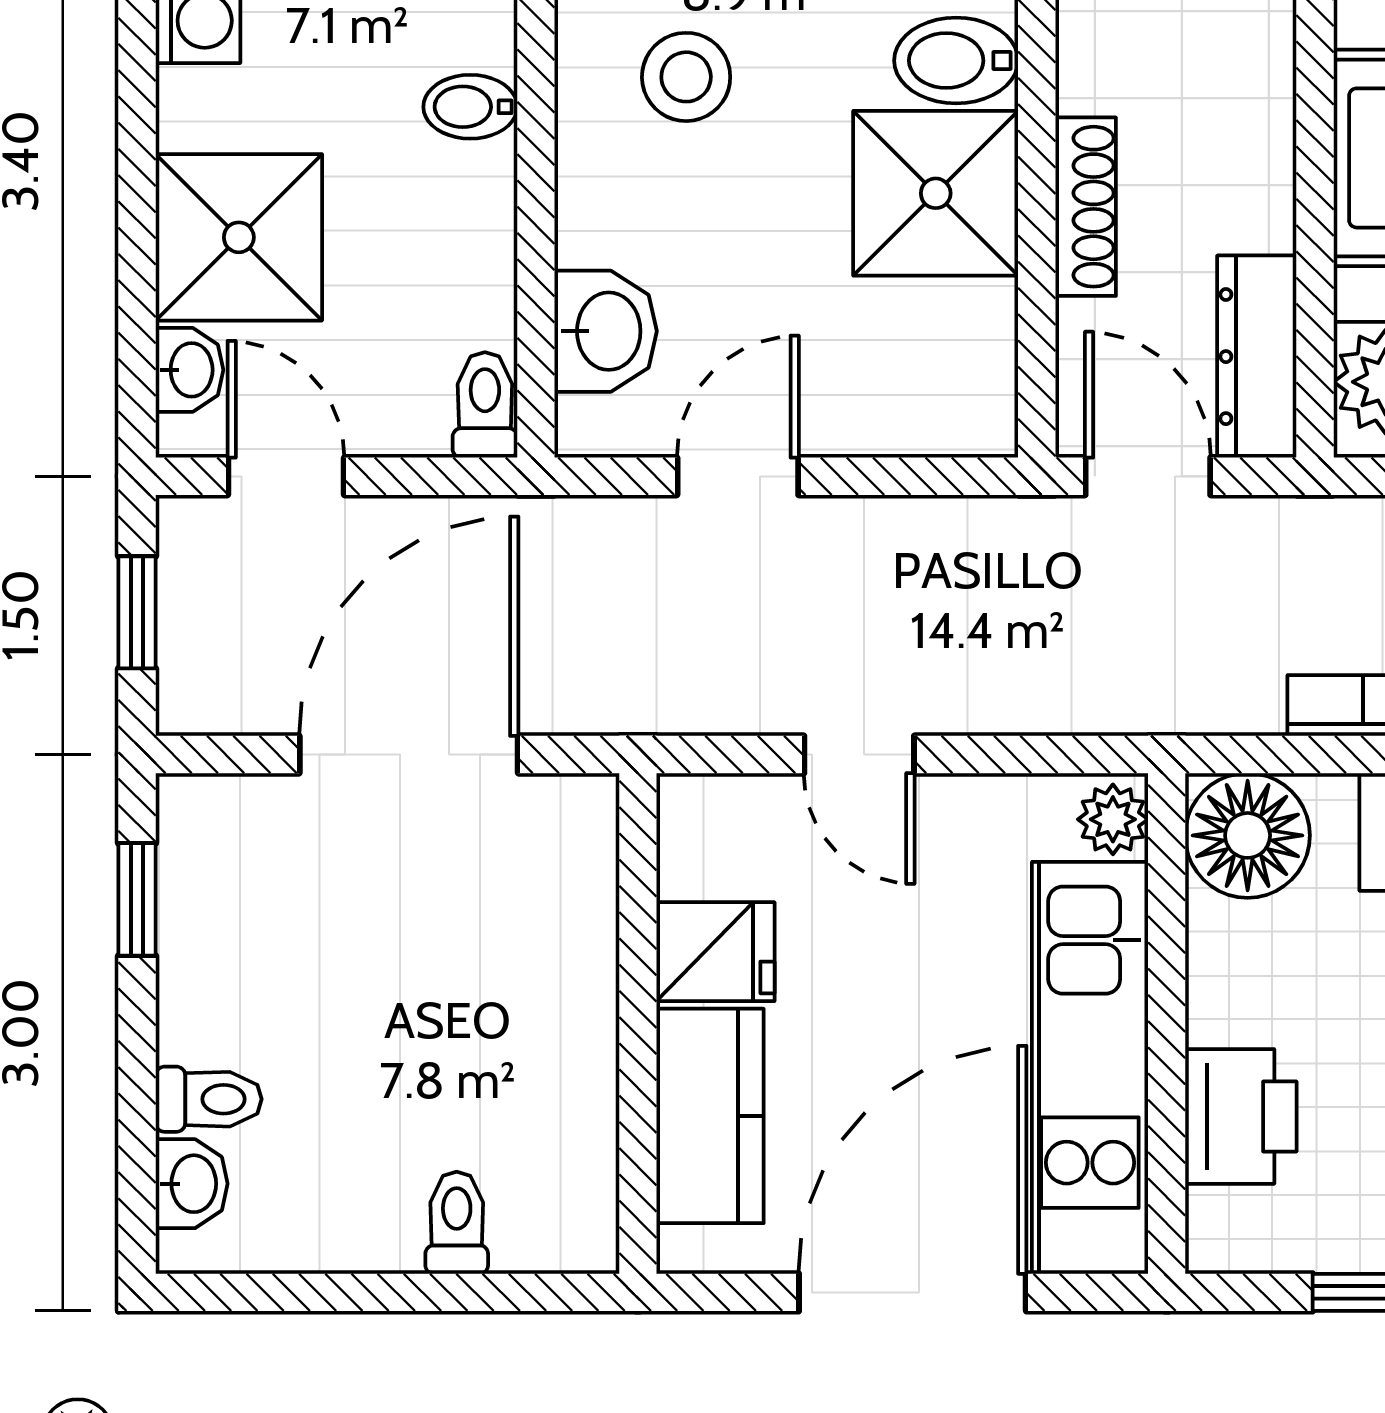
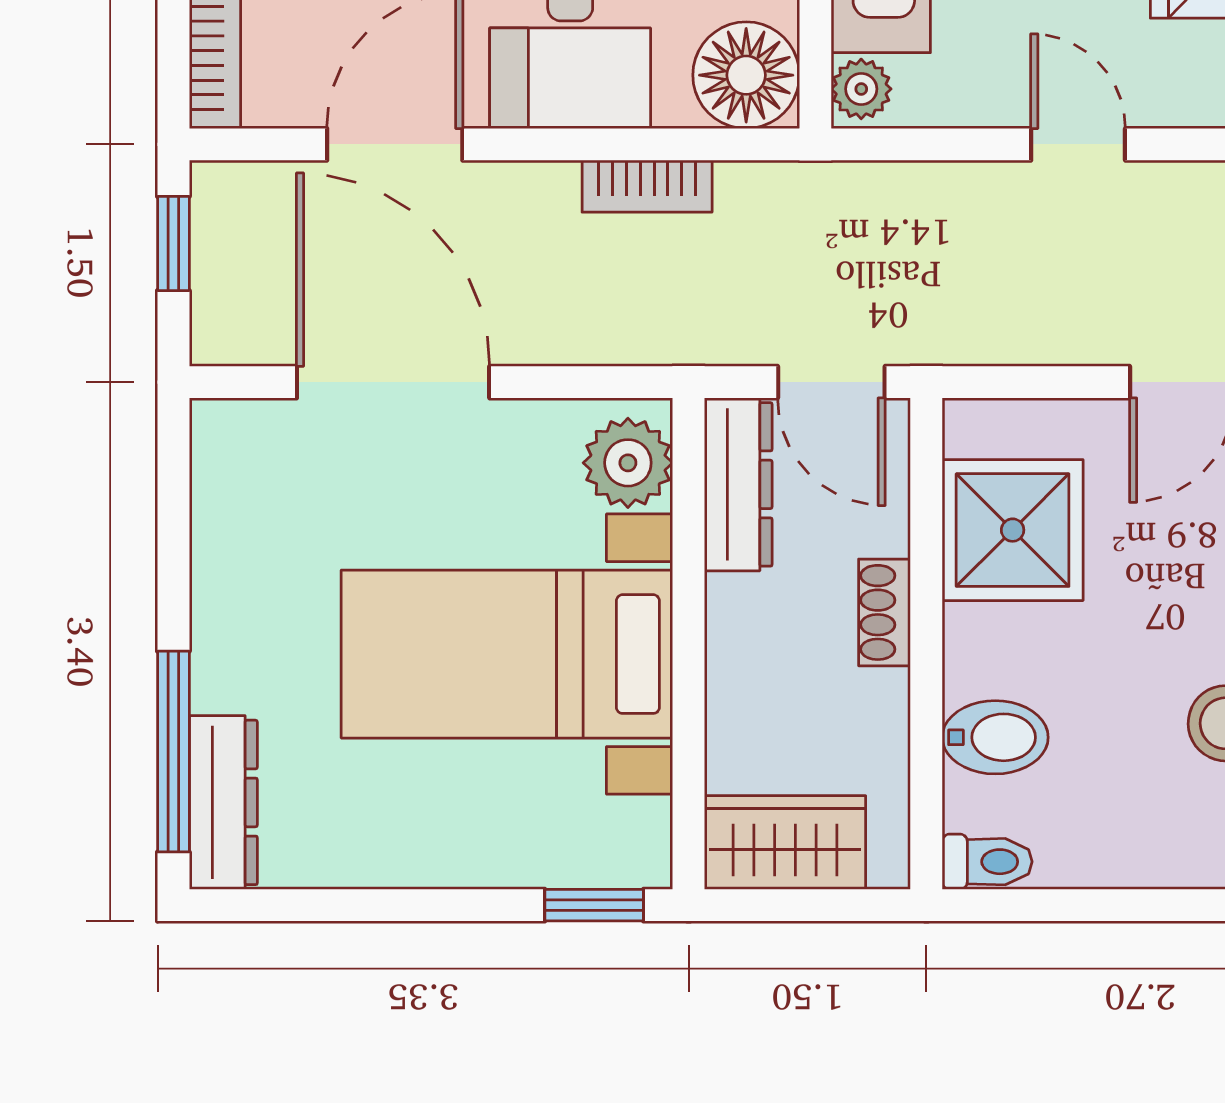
shower: (936, 193) -> (1013, 530), moved
shoe rack: (1086, 207) -> (885, 612), width x0.70

